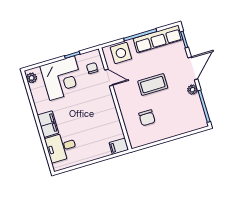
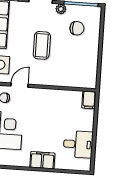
chair: (147, 118) -> (77, 28), moved
desk: (61, 147) -> (78, 144), moved, turned -90

